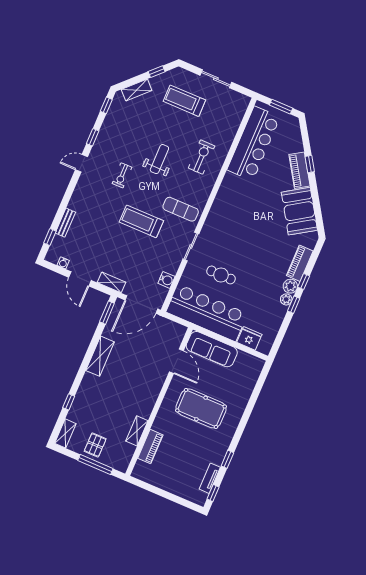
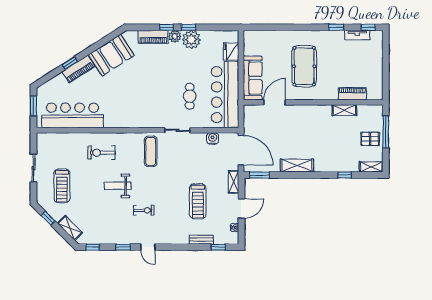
treadmill: (141, 221) -> (198, 201), moved
plant: (286, 299) -> (191, 40), width x1.88, depth x1.88

